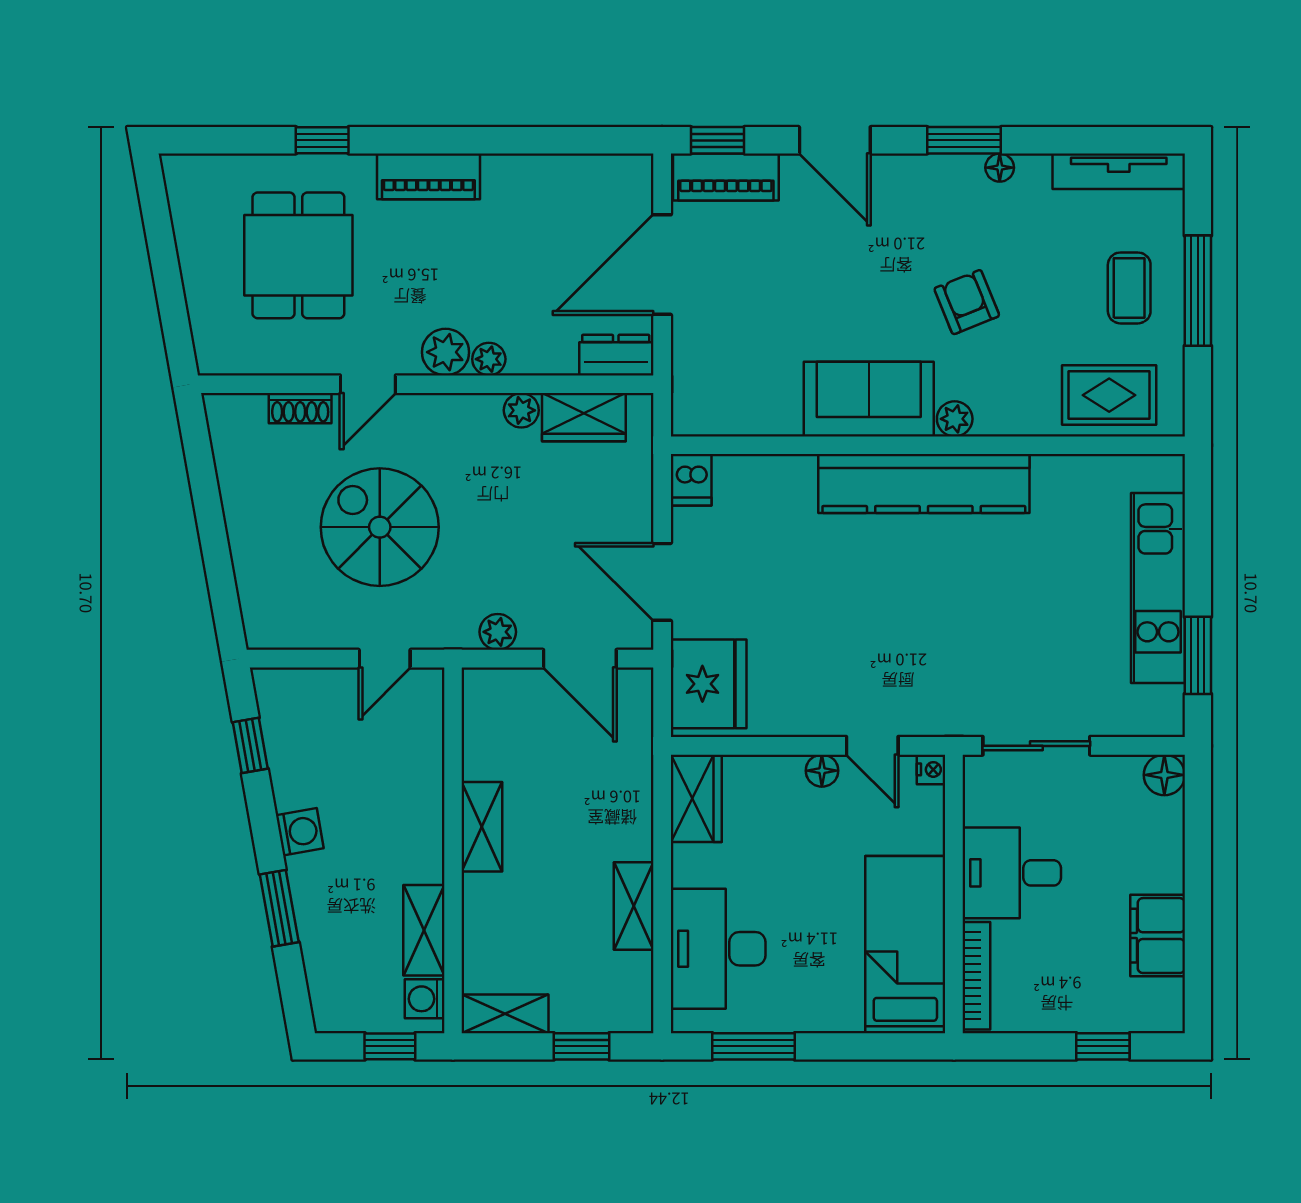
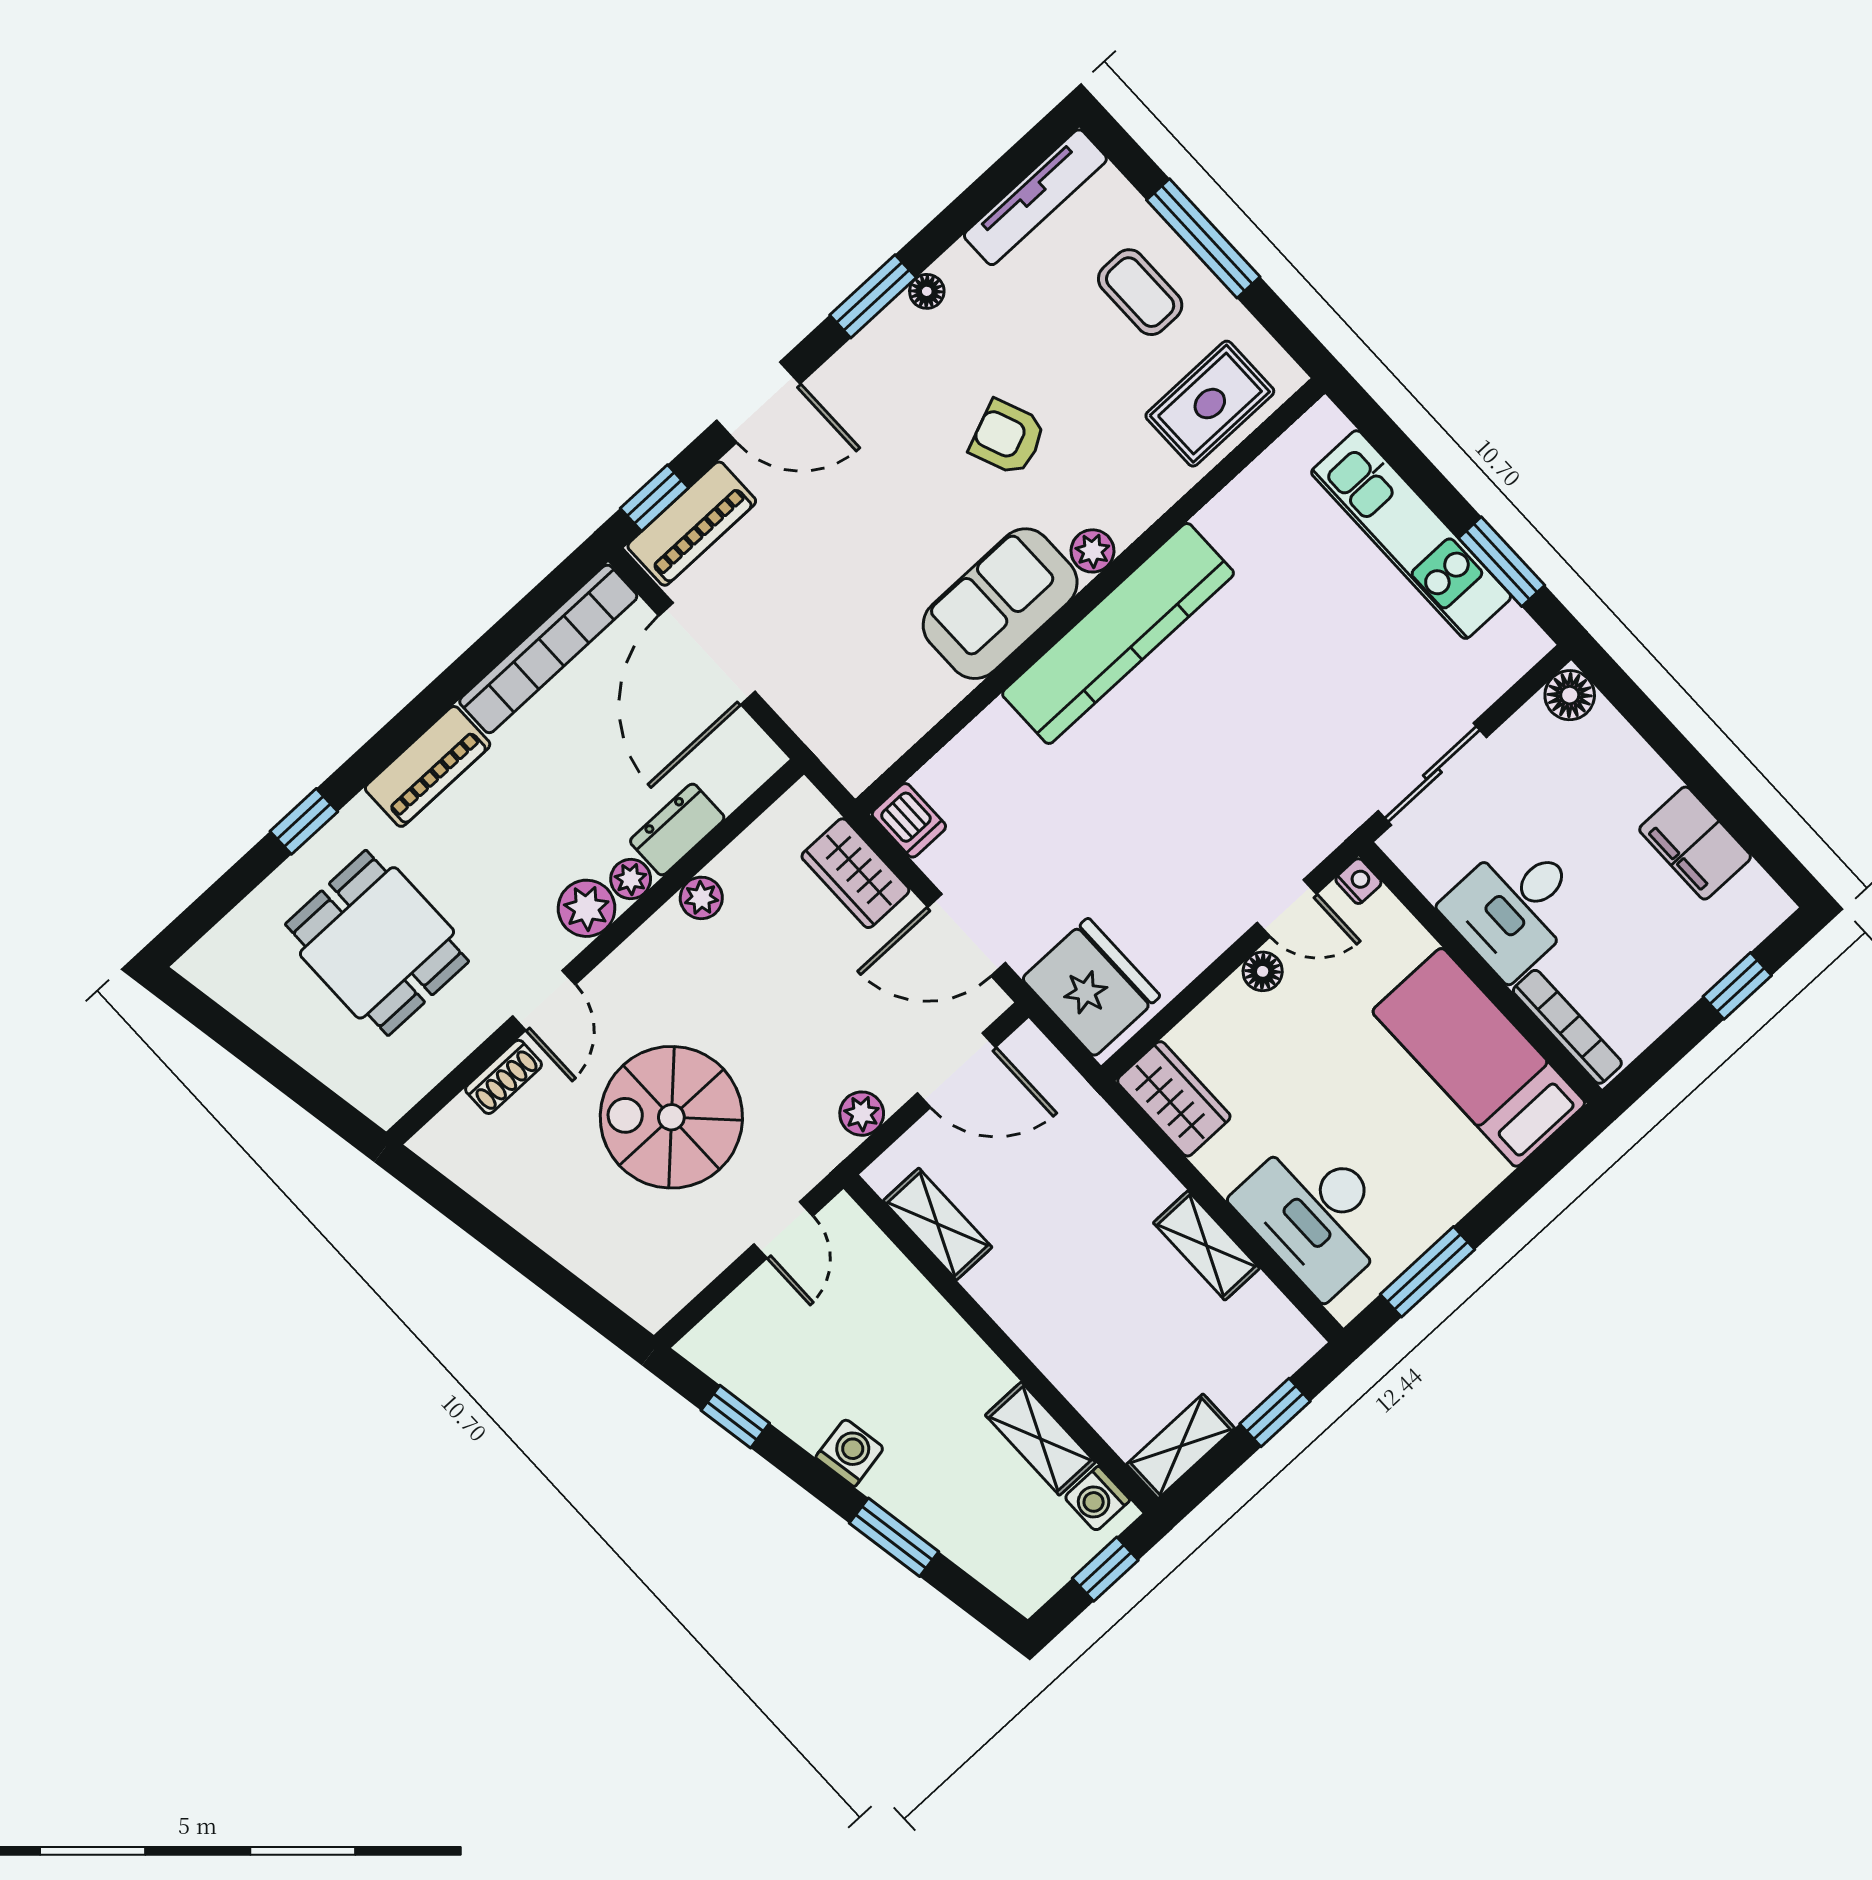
bookcase: (568, 173) -> (548, 649), added
dresser: (616, 355) -> (677, 829), moved
wardrobe: (584, 417) -> (855, 873), moved, turned 90
shelving: (482, 827) -> (938, 1224), moved

